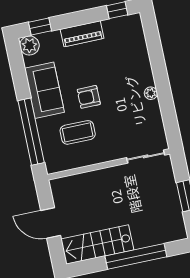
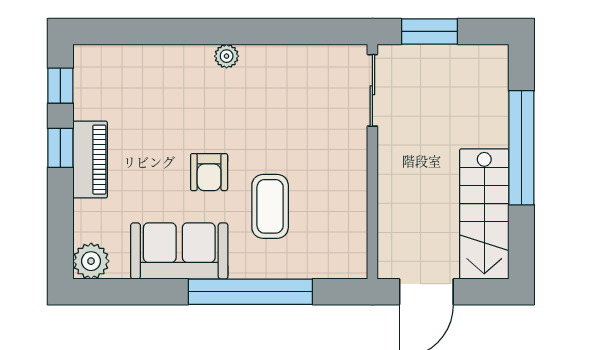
window: (40, 27) -> (60, 148), moved
sliding door: (146, 156) -> (372, 90), moved
wall: (109, 164) -> (372, 162), moved

